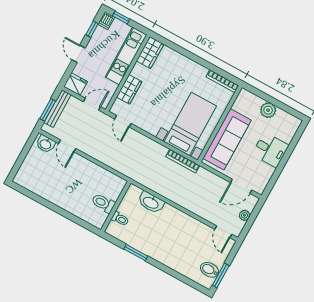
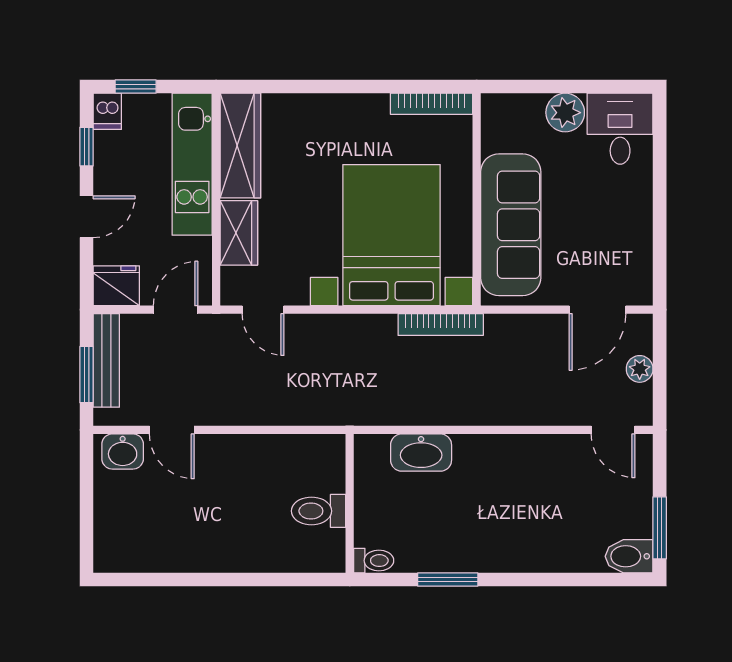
wardrobe: (150, 53) -> (240, 146), width x1.50
door: (78, 54) -> (87, 217), swing flipped
bed with nightstands: (190, 124) -> (391, 235), width x1.36
desk: (270, 150) -> (620, 129), moved, turned -90
toilet: (120, 219) -> (374, 561), moved
bidet: (210, 270) -> (629, 556), moved

